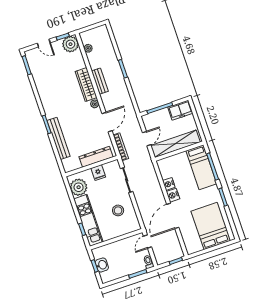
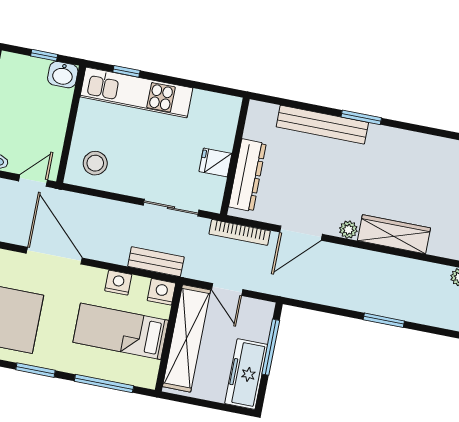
bench: (100, 81) -> (156, 262), moved
freezer: (180, 110) -> (246, 374), width x1.40
door: (107, 122) -> (301, 233), hinge flipped
bed: (201, 167) -> (121, 331), moved
plant: (79, 187) -> (209, 110), removed
nightstand: (173, 195) -> (161, 292), moved
stool: (118, 210) -> (95, 163), moved
door: (147, 242) -> (33, 181), hinge flipped
washbasin: (102, 265) -> (63, 75), moved

